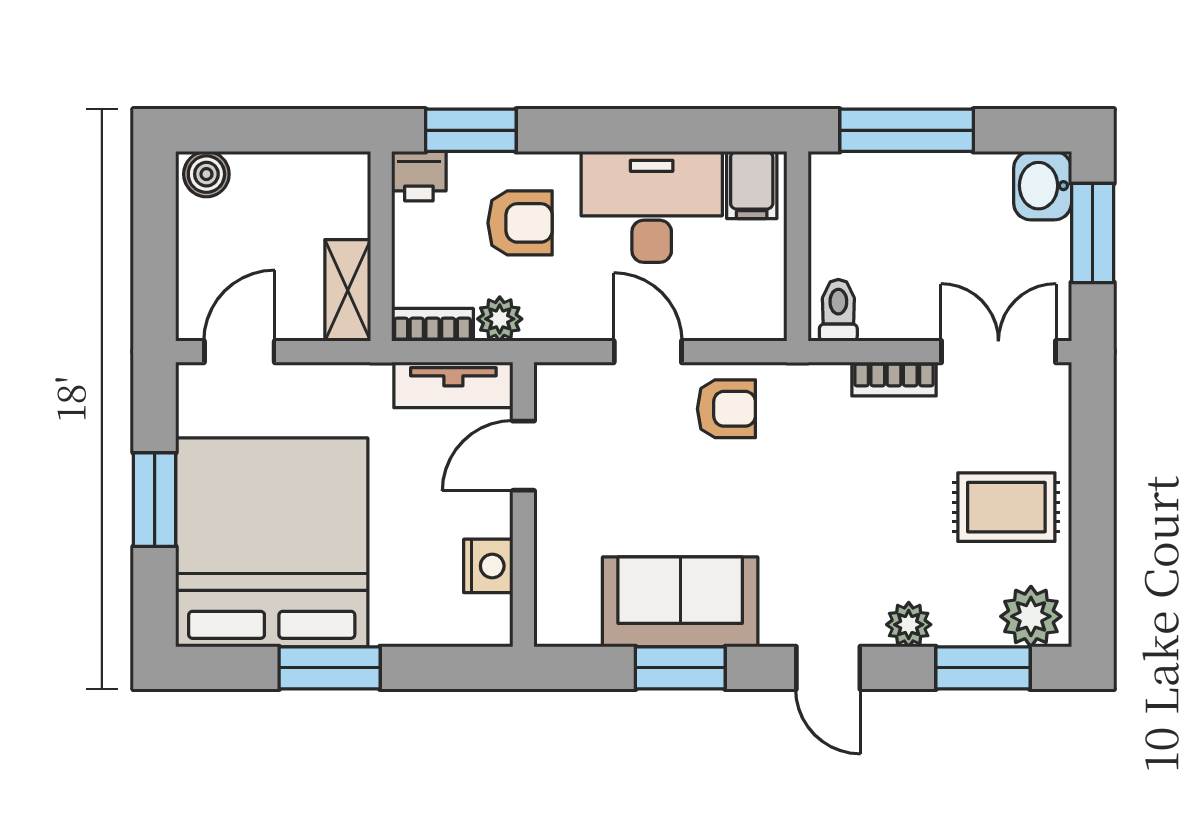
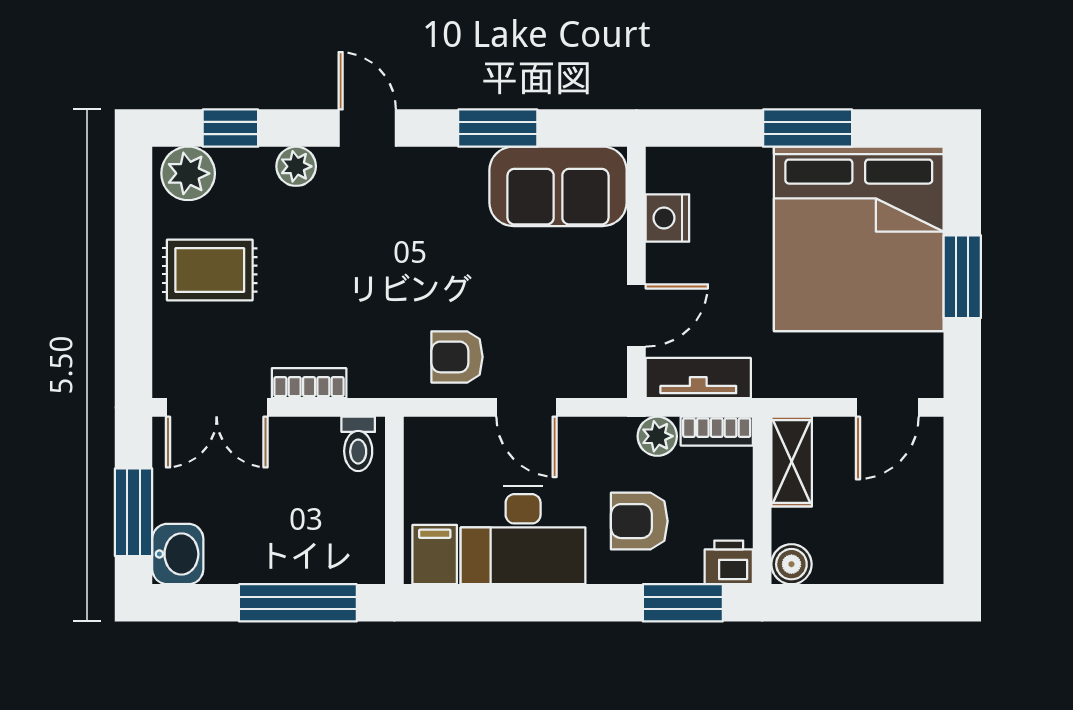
boiler: (206, 174) -> (791, 564), moved
sofa: (680, 602) -> (558, 186), moved
window: (983, 668) -> (230, 128), width x0.67

